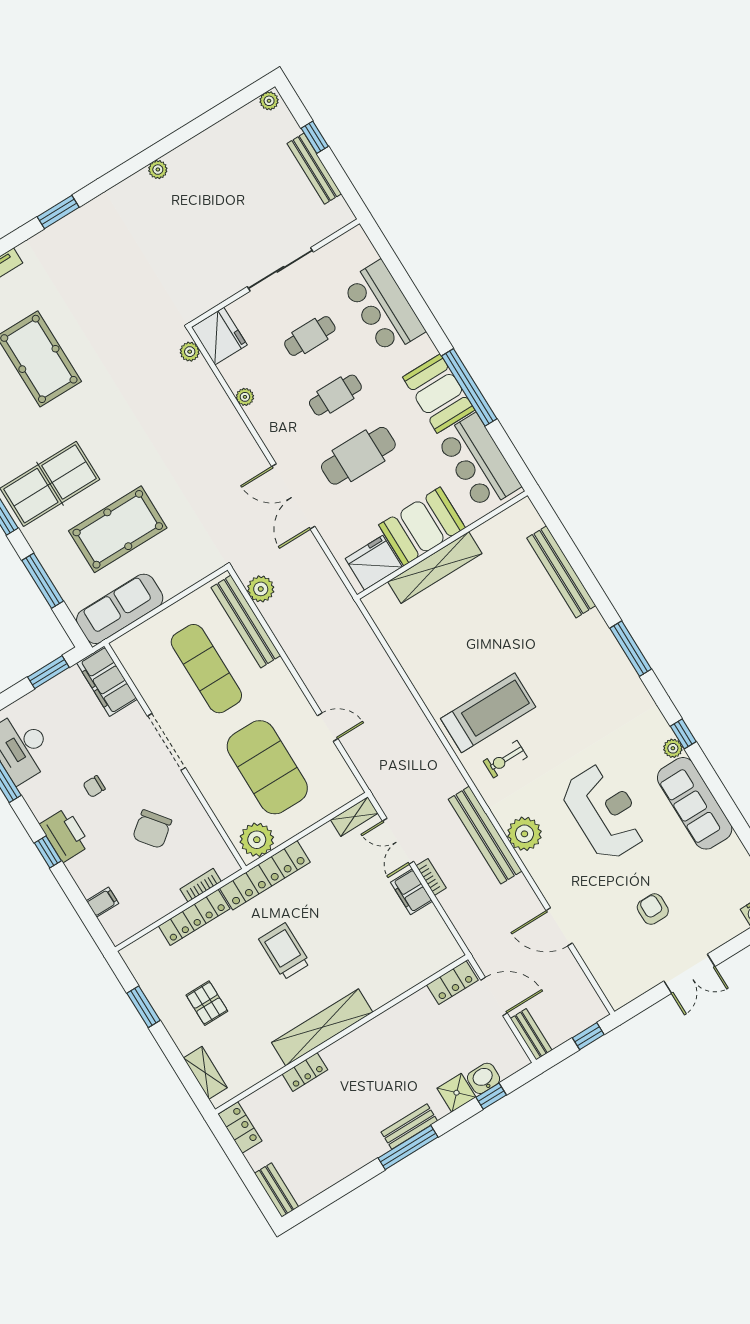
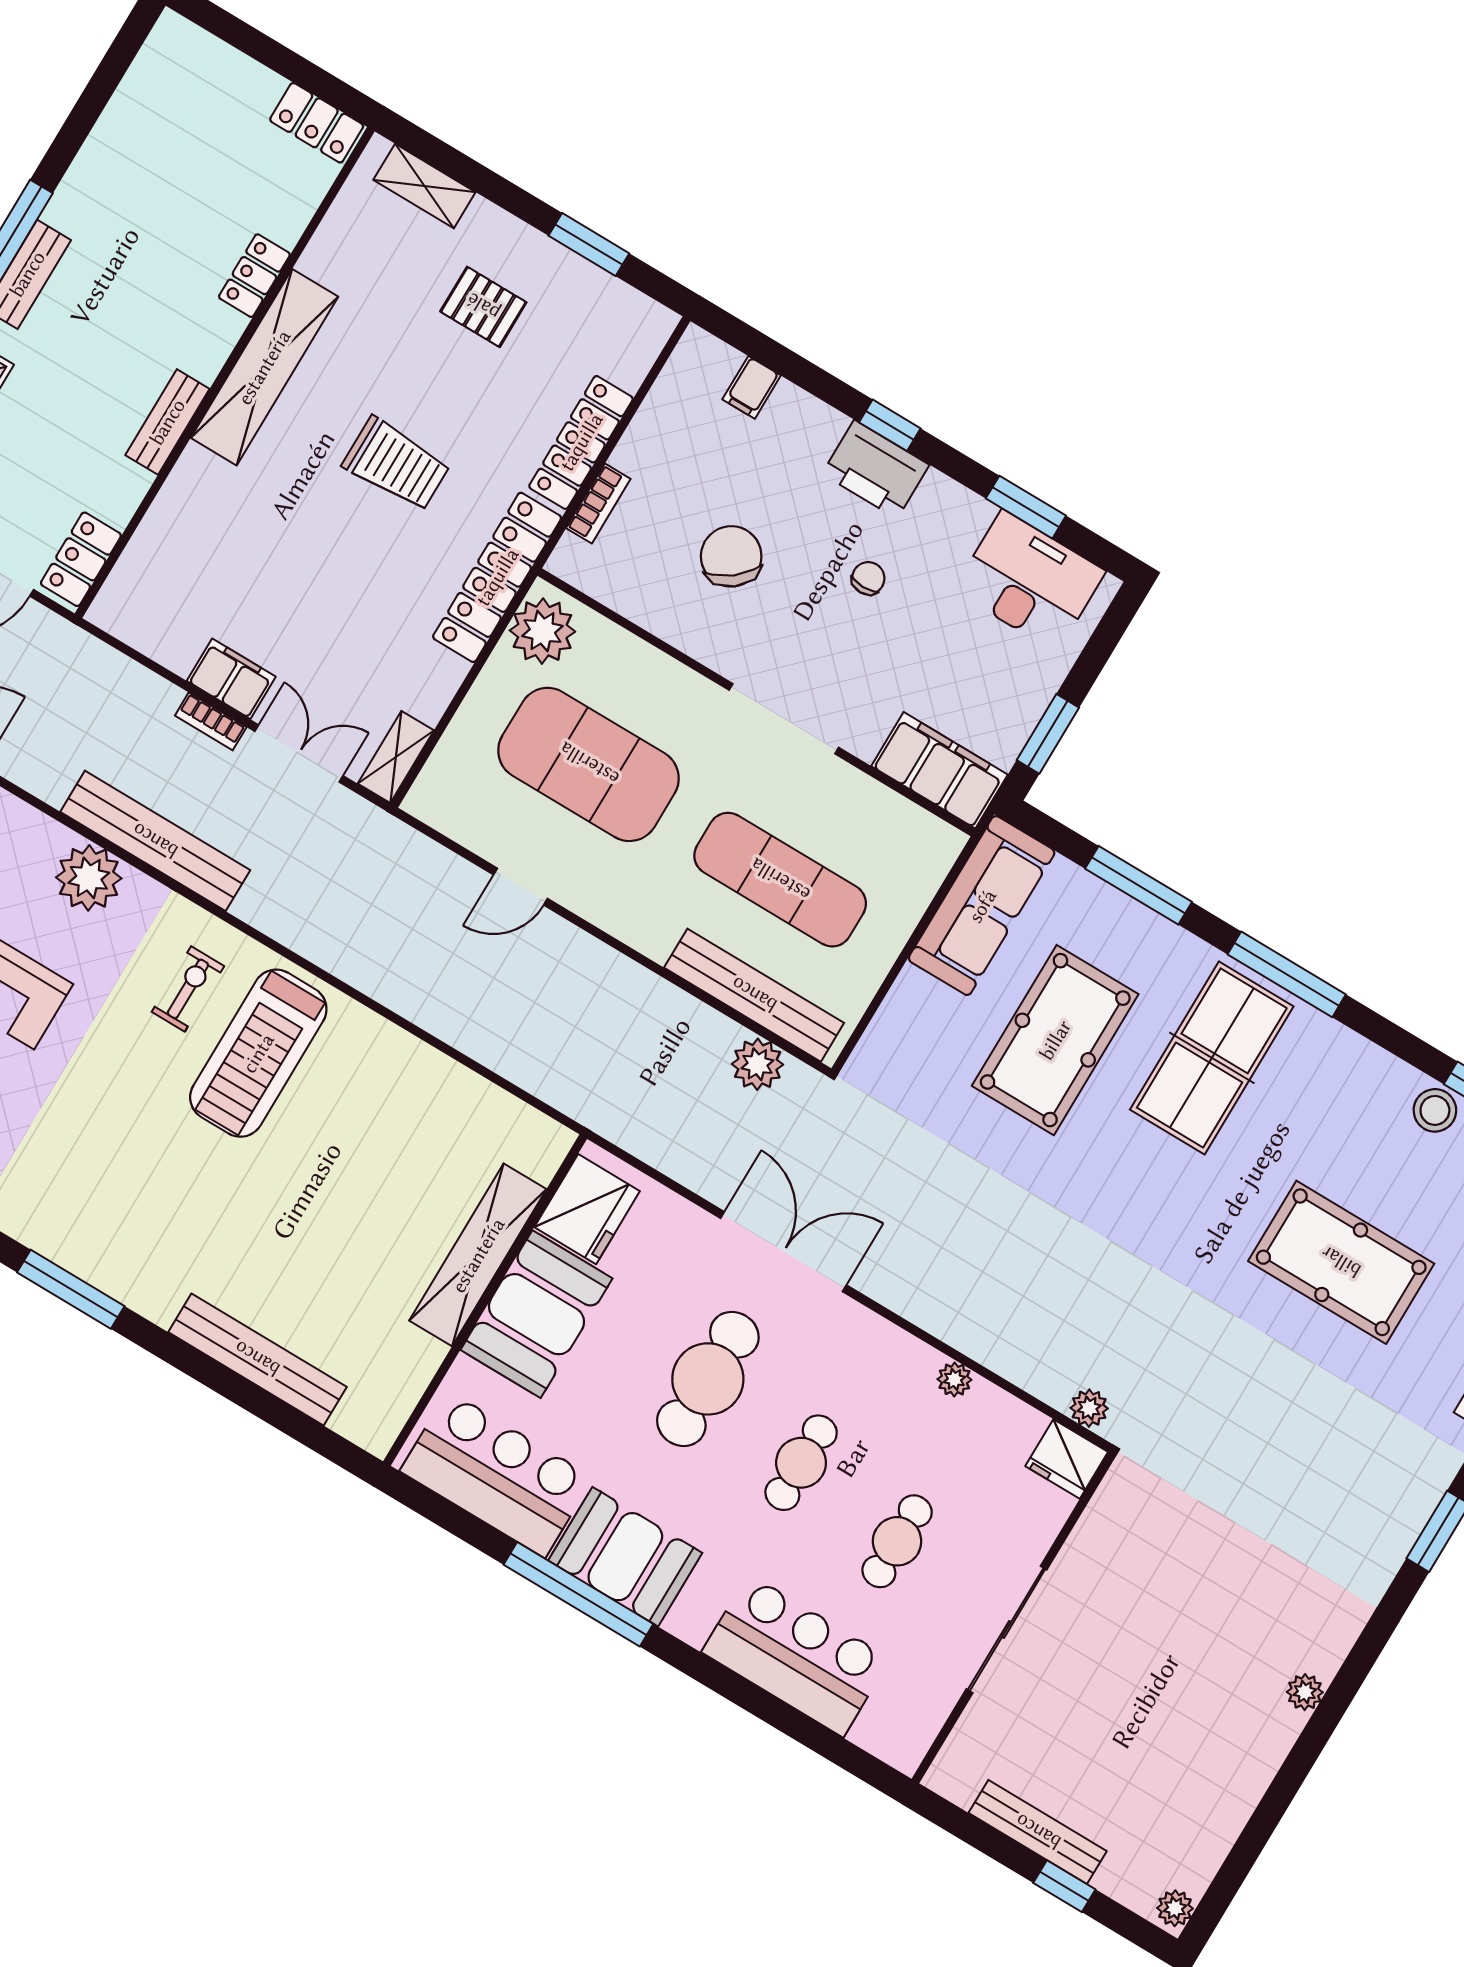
fridge: (219, 336) -> (1067, 1459), width x0.73, depth x0.75
bench: (276, 1190) -> (167, 422), moved, turned 90

